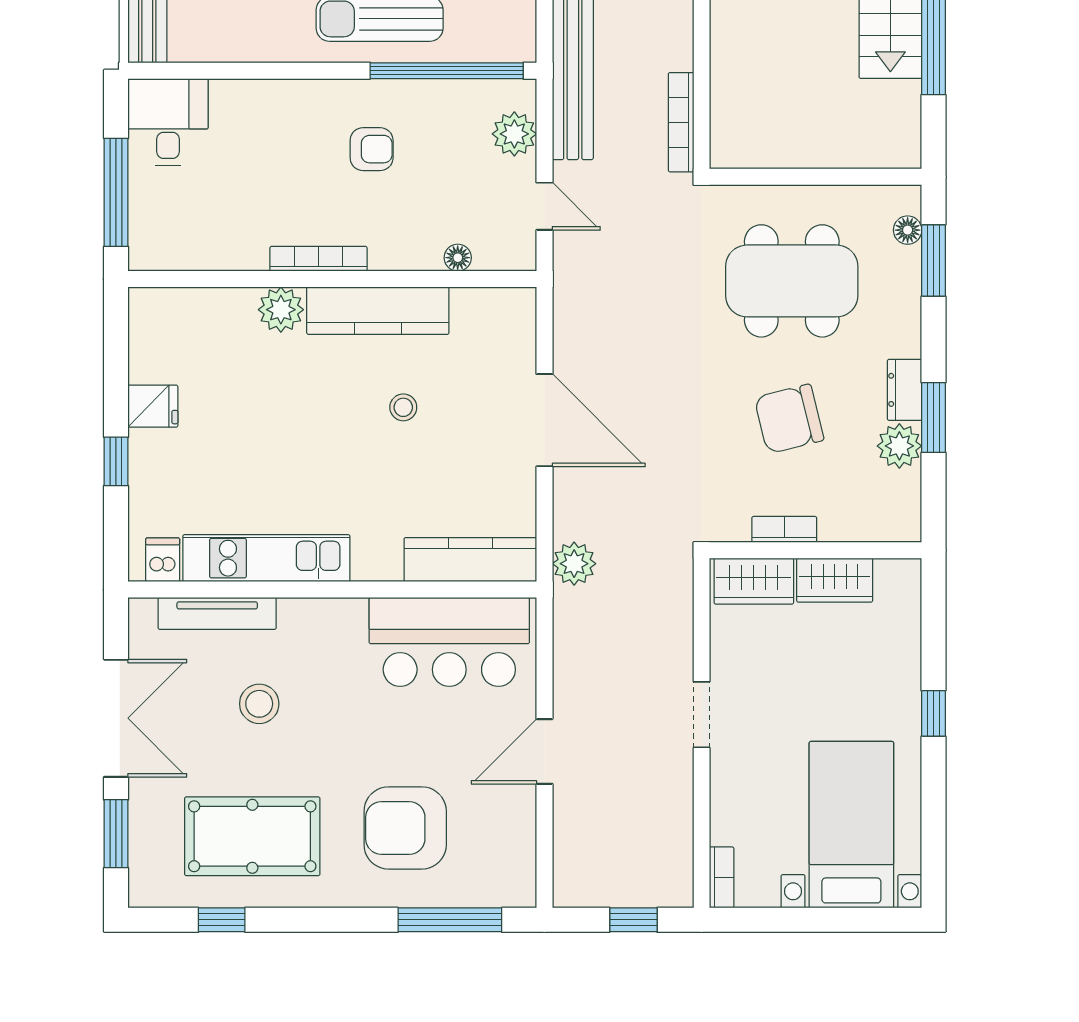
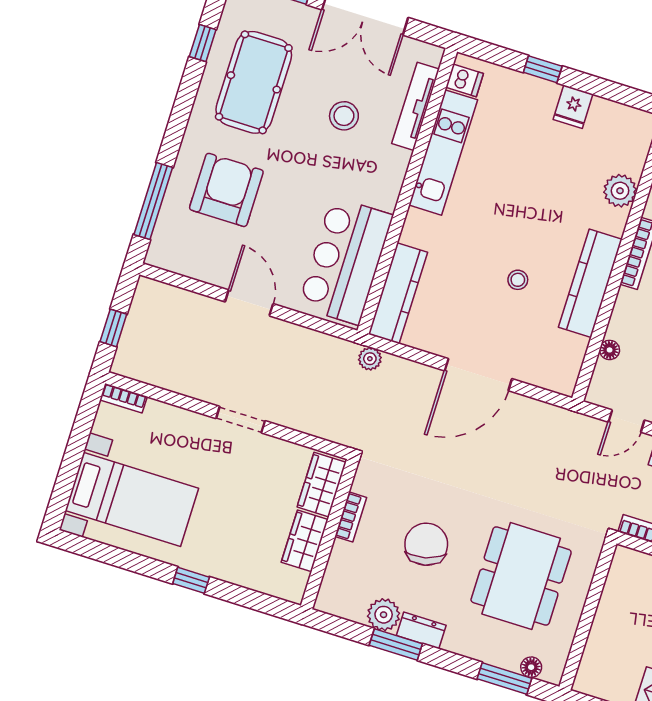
plant: (281, 310) -> (620, 191), moved
plant: (574, 564) -> (370, 359), width x0.73, depth x0.73

